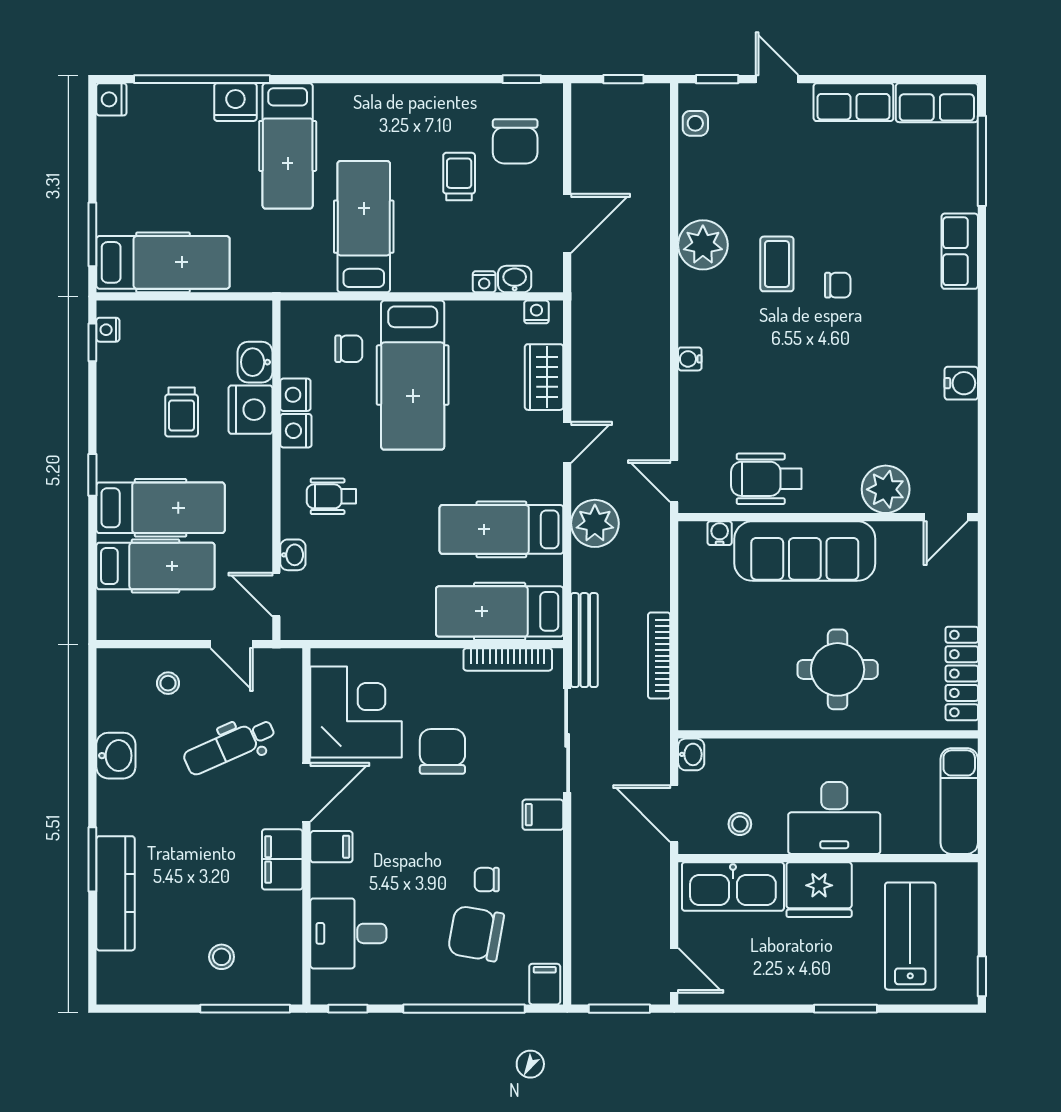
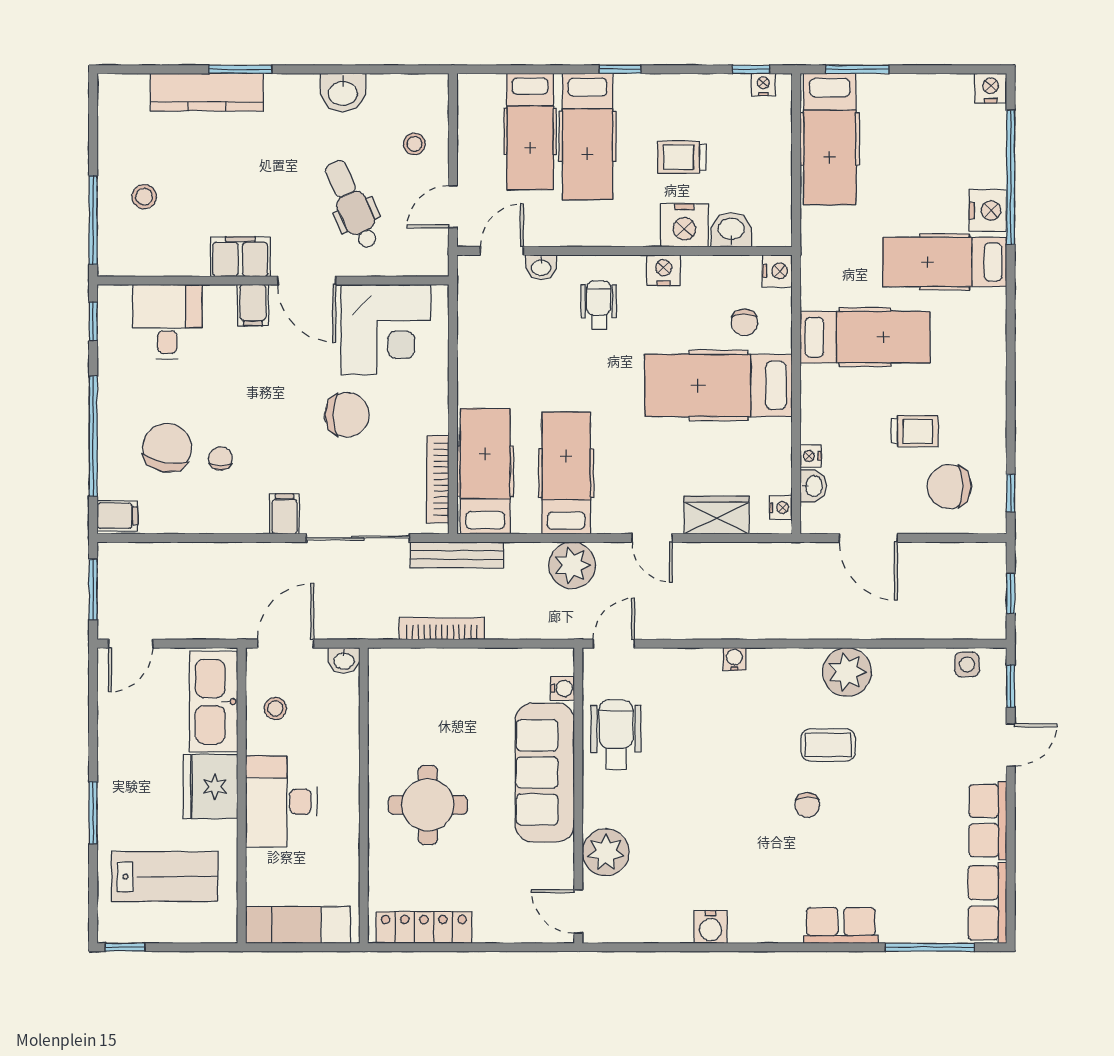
nightstand: (295, 395) -> (777, 271), moved, turned 90

